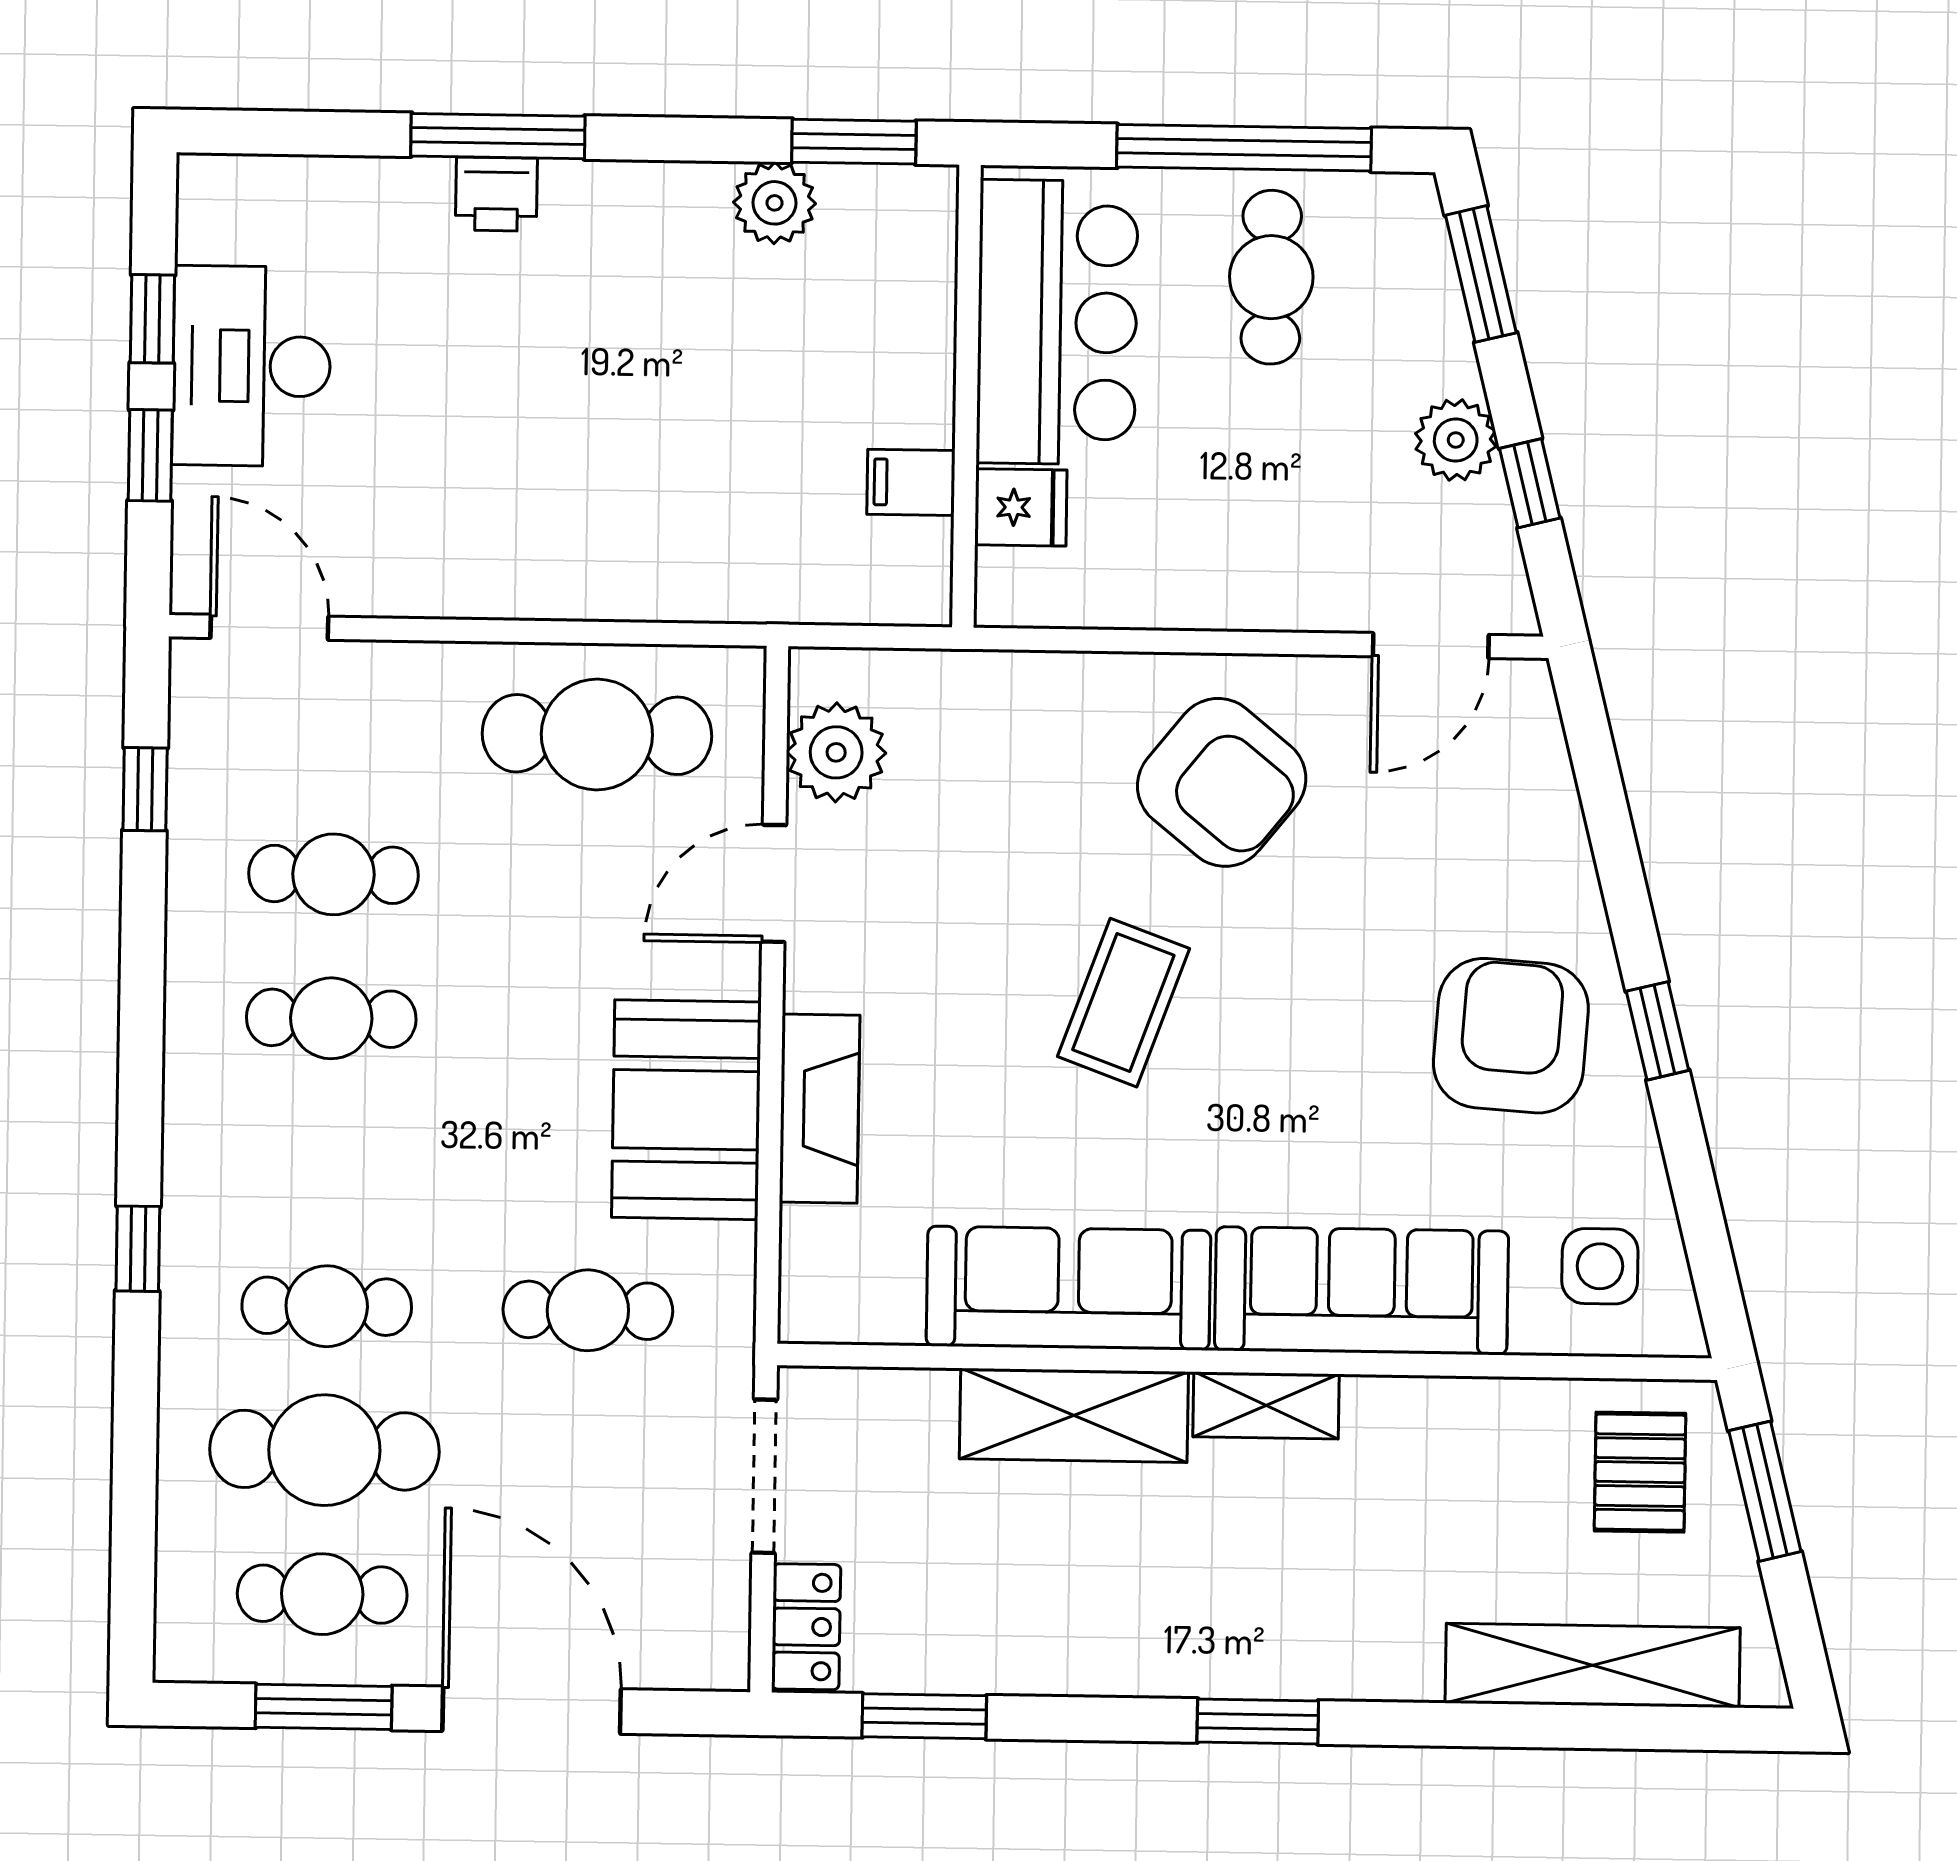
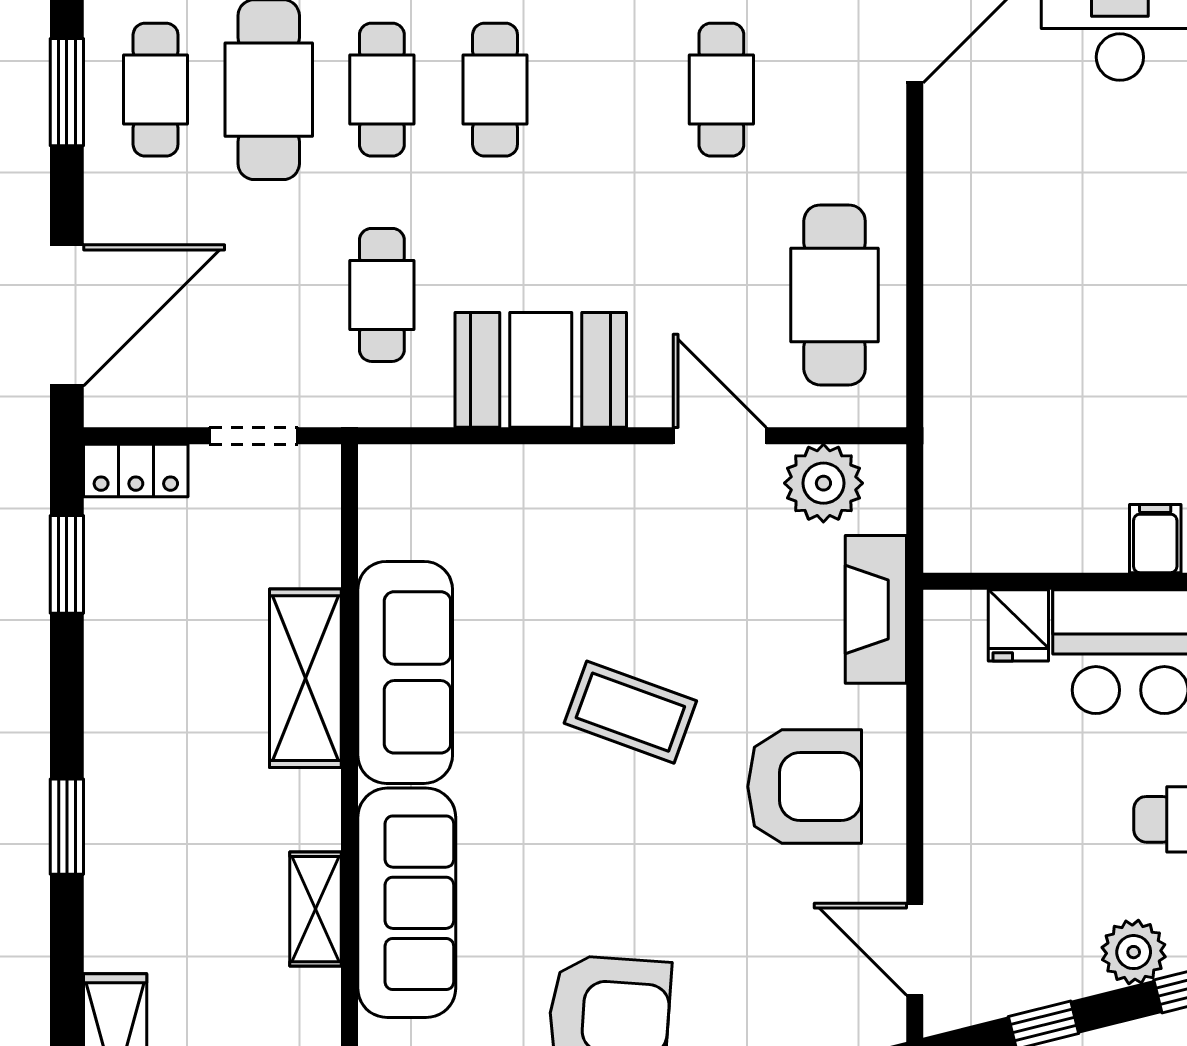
plant: (1456, 440) -> (1134, 952), moved
filing cabinet: (911, 482) -> (1155, 539), moved
armchair: (1222, 782) -> (805, 787), turned -129
cafe table: (331, 1018) -> (495, 90), moved
fireplace: (820, 1109) -> (876, 609), moved, turned 90
shelving: (1266, 1405) -> (315, 909), moved
doorway: (764, 1476) -> (254, 436), width x0.73
door: (532, 1710) -> (67, 315), moved

